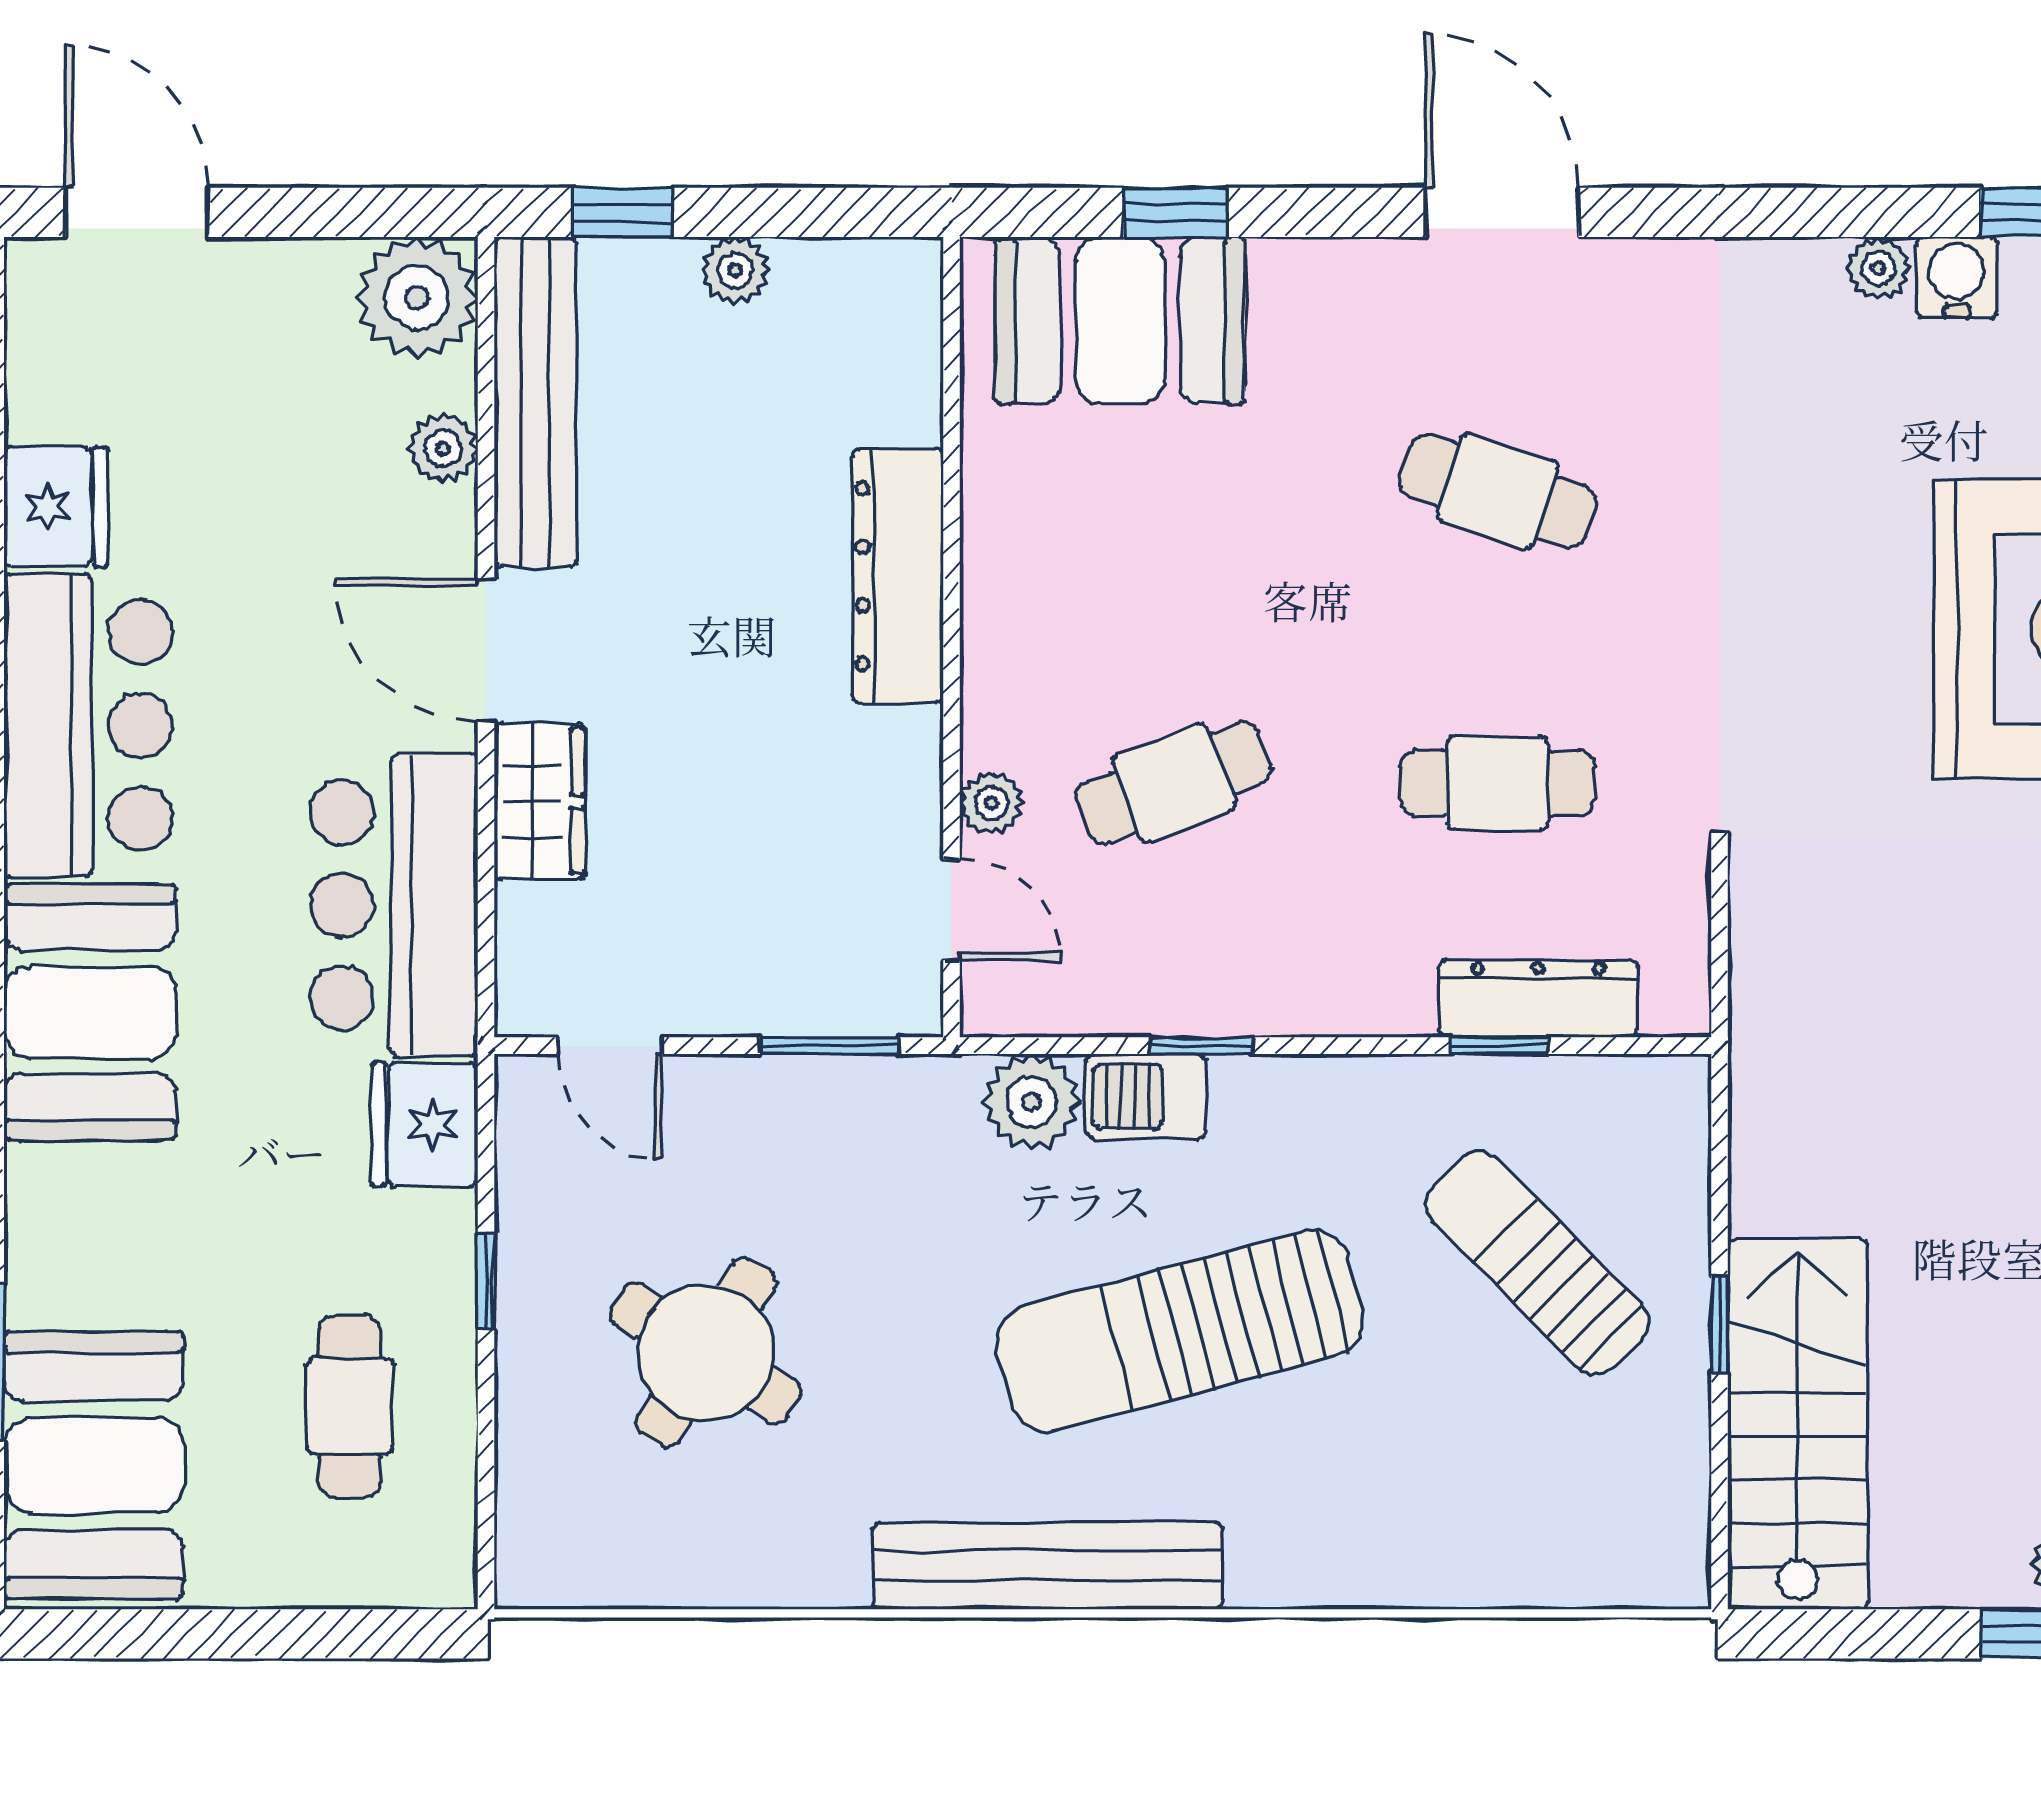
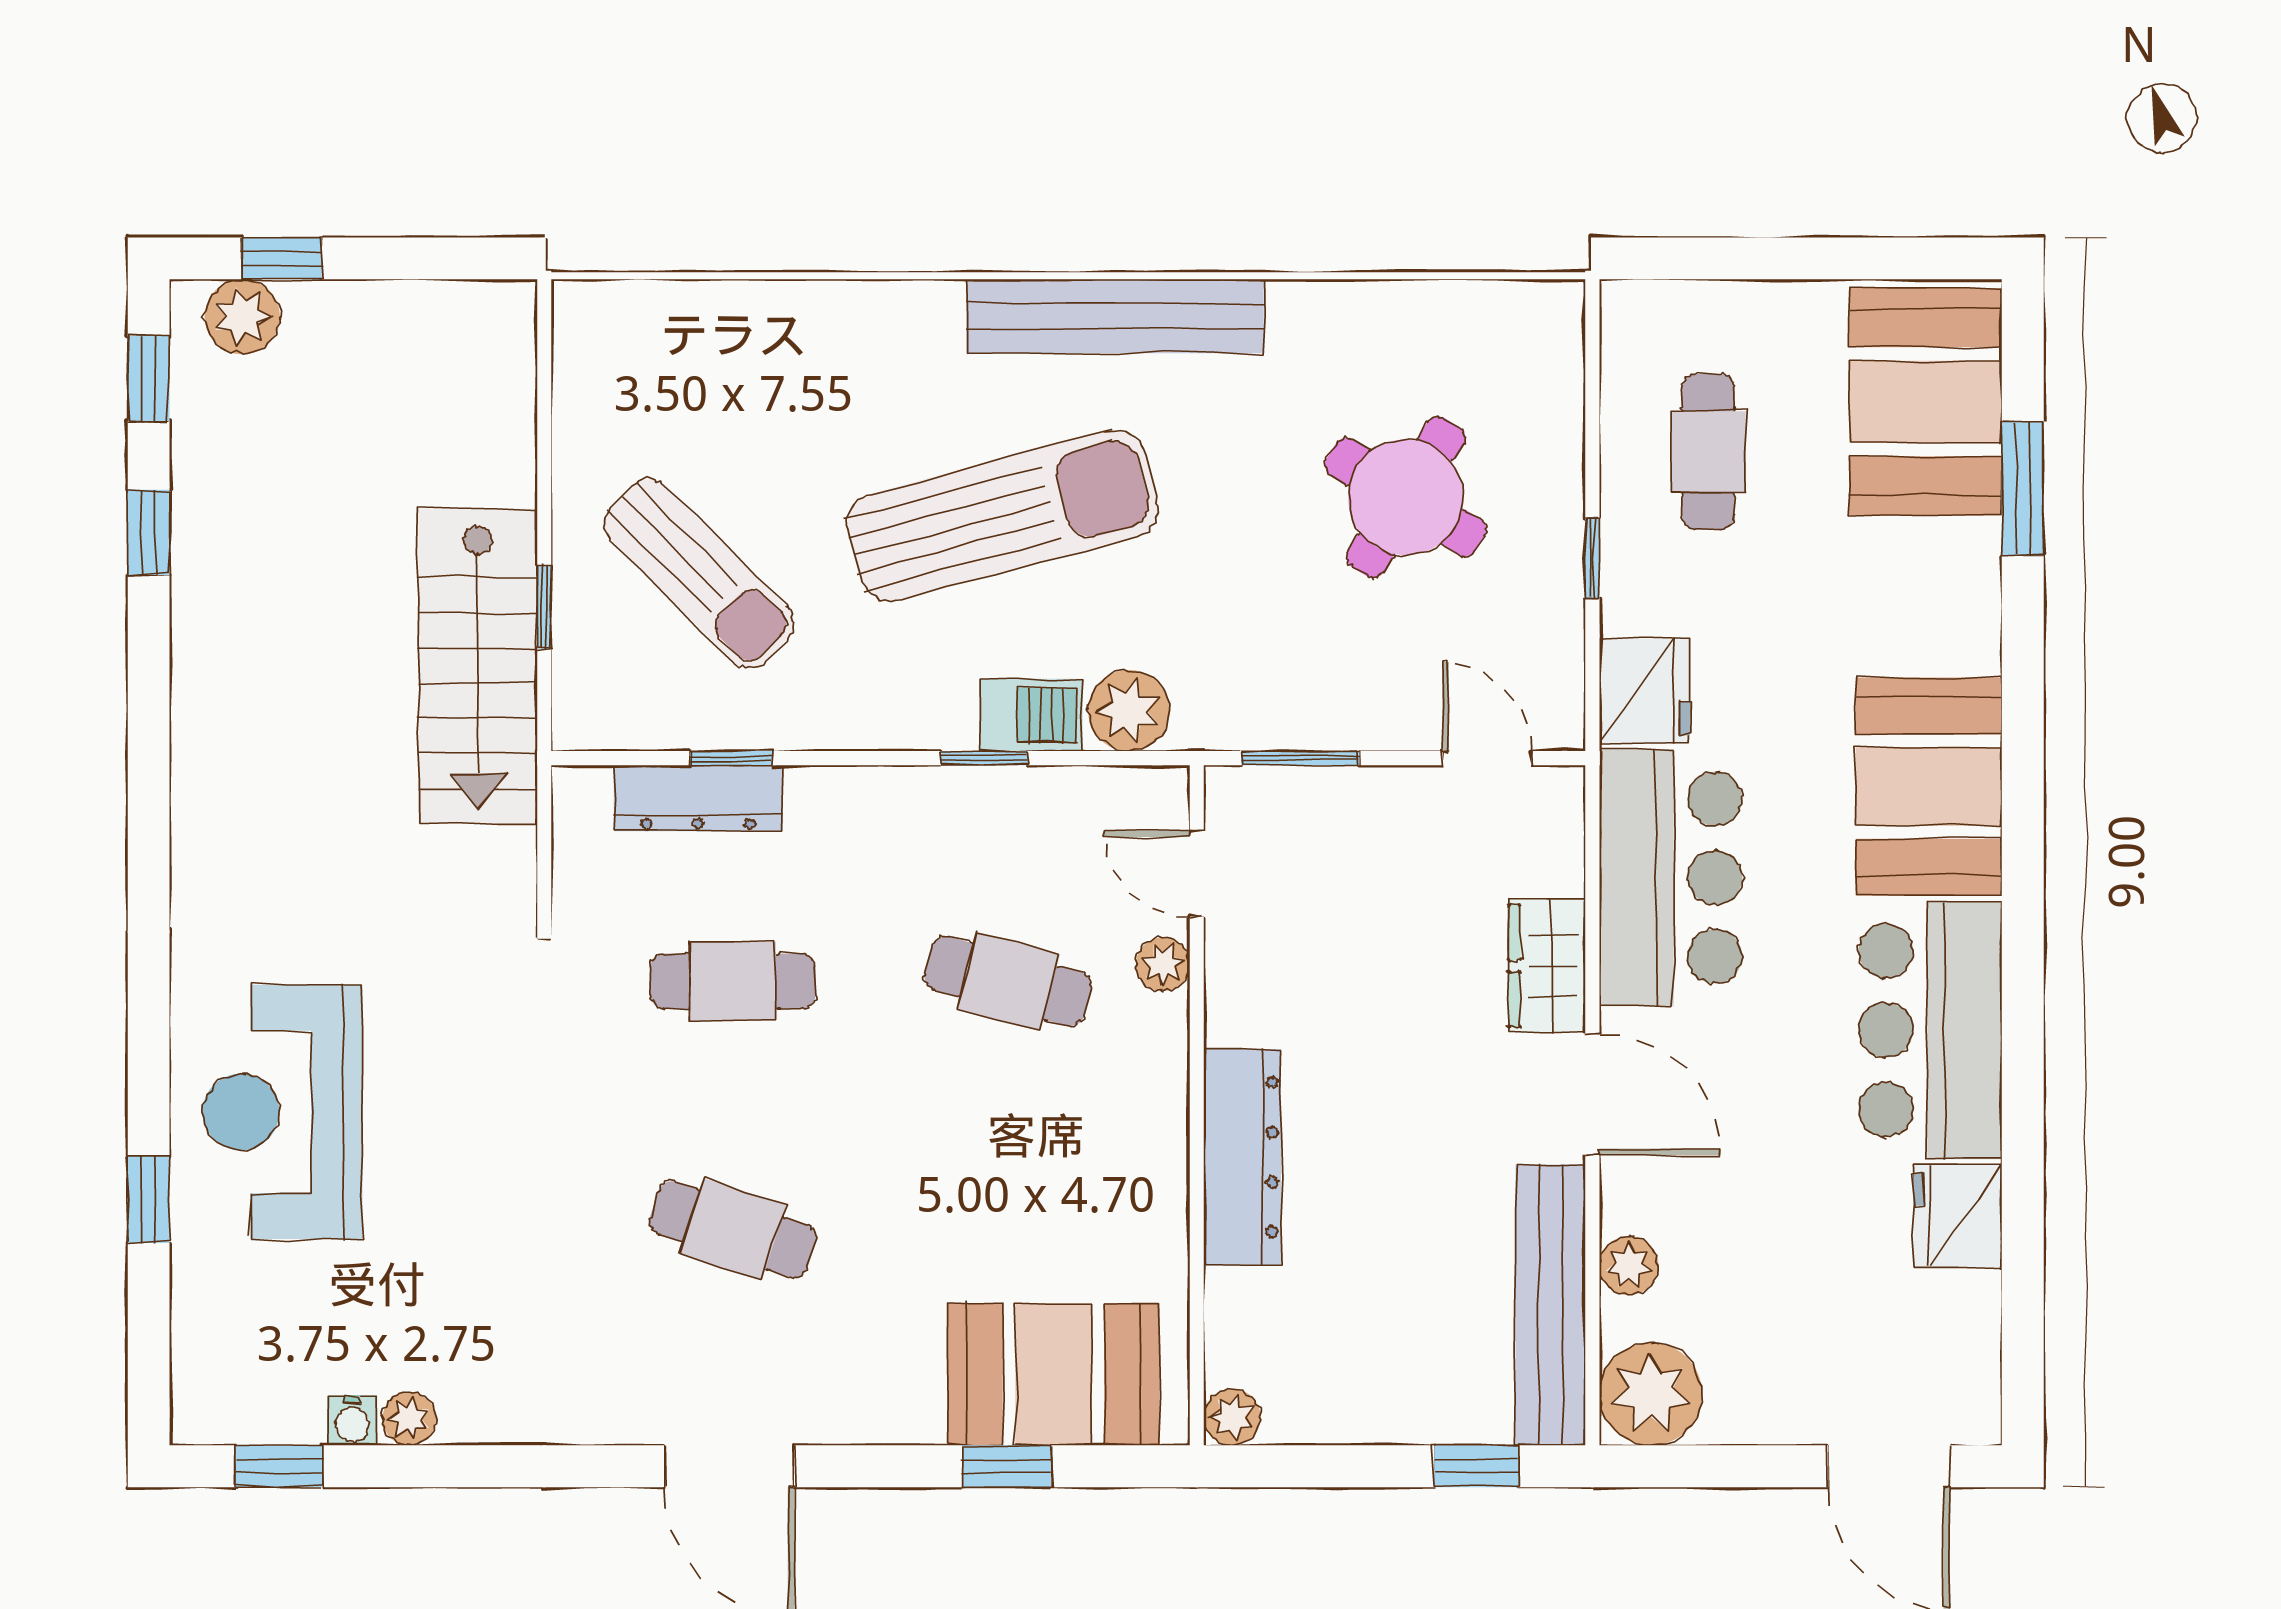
plant: (735, 270) -> (1232, 1417), moved
water cooler: (1957, 277) -> (352, 1420), width x0.72, depth x0.72
cafe table: (1174, 783) -> (1008, 981), turned 36
window: (1719, 1324) -> (544, 607), moved
stairs: (1798, 1424) -> (478, 666), moved

